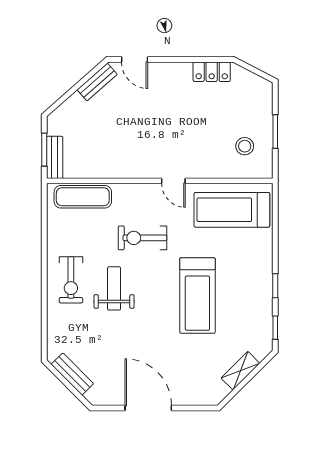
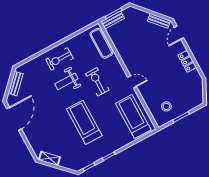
locker: (212, 72) -> (187, 61), moved
door: (173, 181) -> (132, 82), swing flipped
weight bench: (114, 288) -> (66, 81), turned 180
treadmill: (197, 296) -> (84, 122), turned 90
shelving: (240, 371) -> (49, 158), moved
door: (148, 408) -> (14, 119), moved

